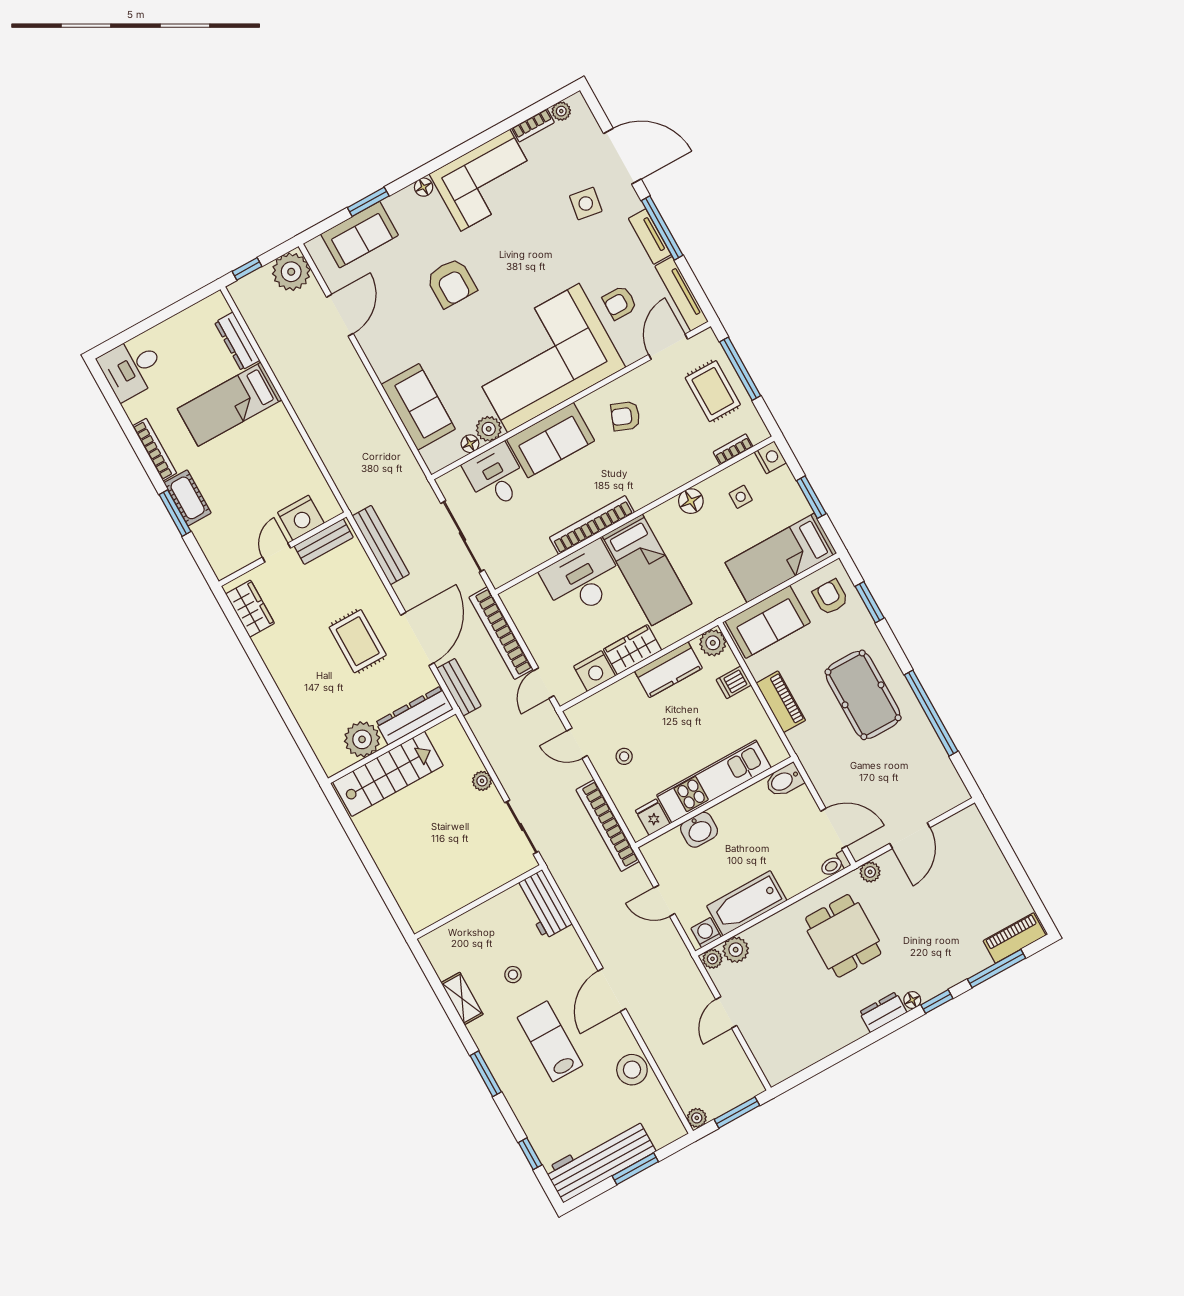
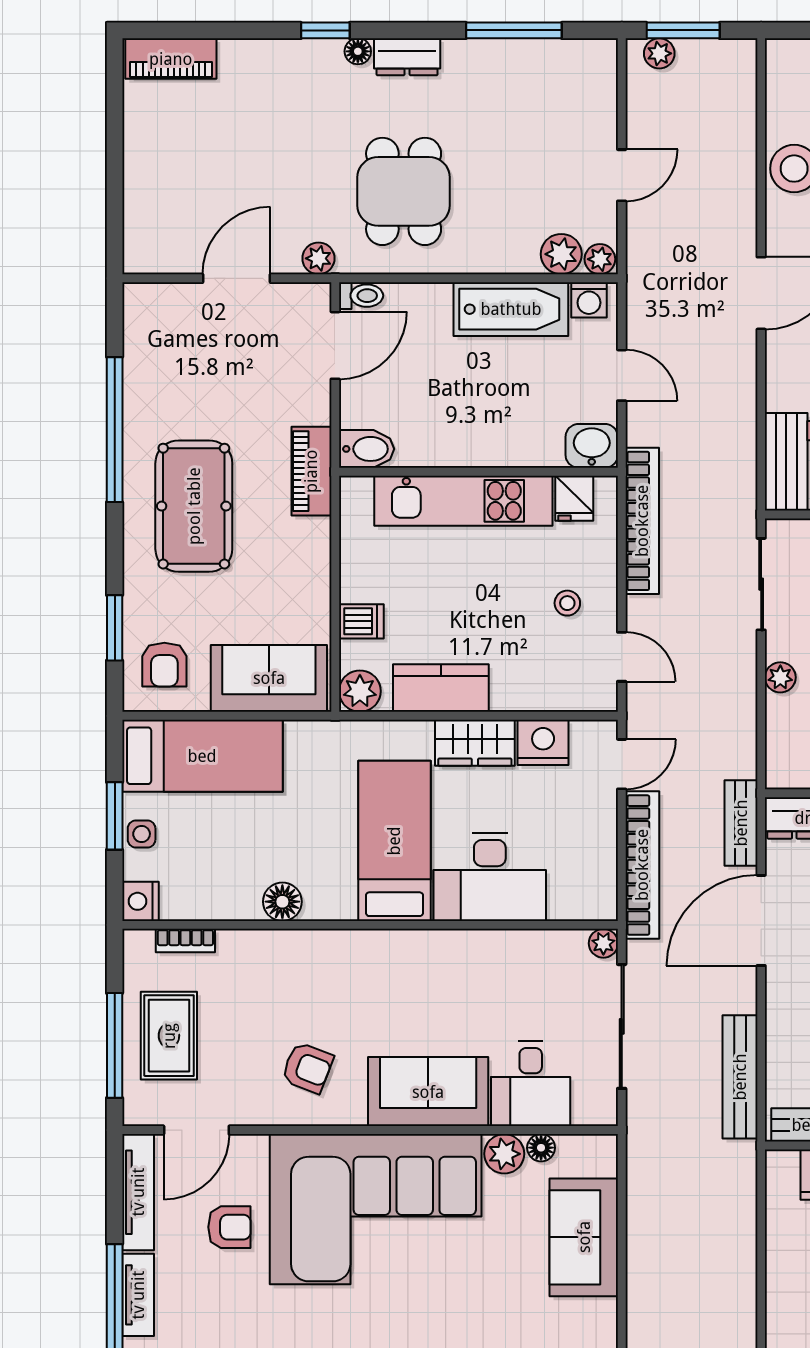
side table: (741, 497) -> (142, 834), moved
bookcase: (592, 525) -> (436, 944), removed
plant: (499, 577) -> (603, 943), added
piano: (781, 702) -> (311, 471), moved
door: (834, 829) -> (335, 345), swing flipped
washbasin: (699, 830) -> (592, 446), moved
window: (997, 969) -> (514, 30), moved
plant: (697, 1118) -> (659, 53), moved

